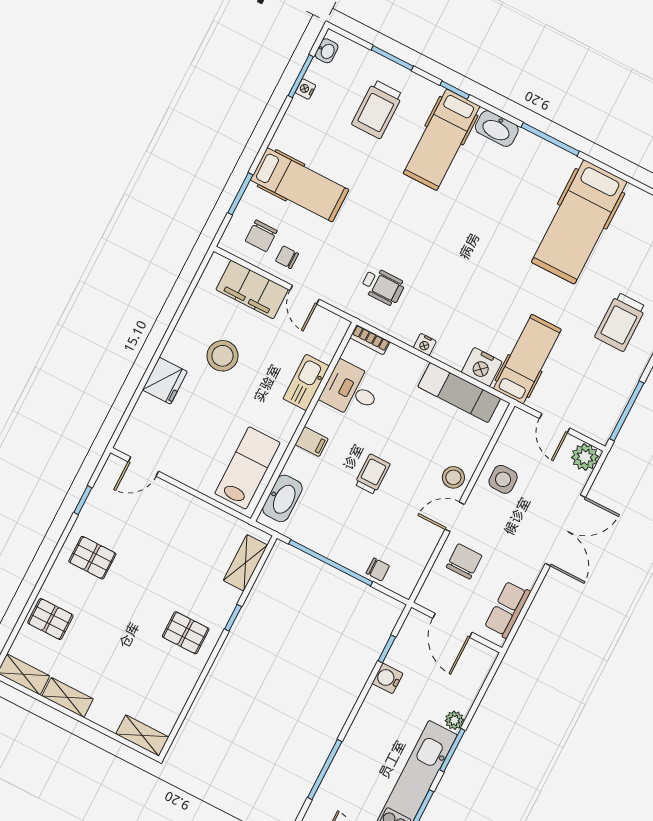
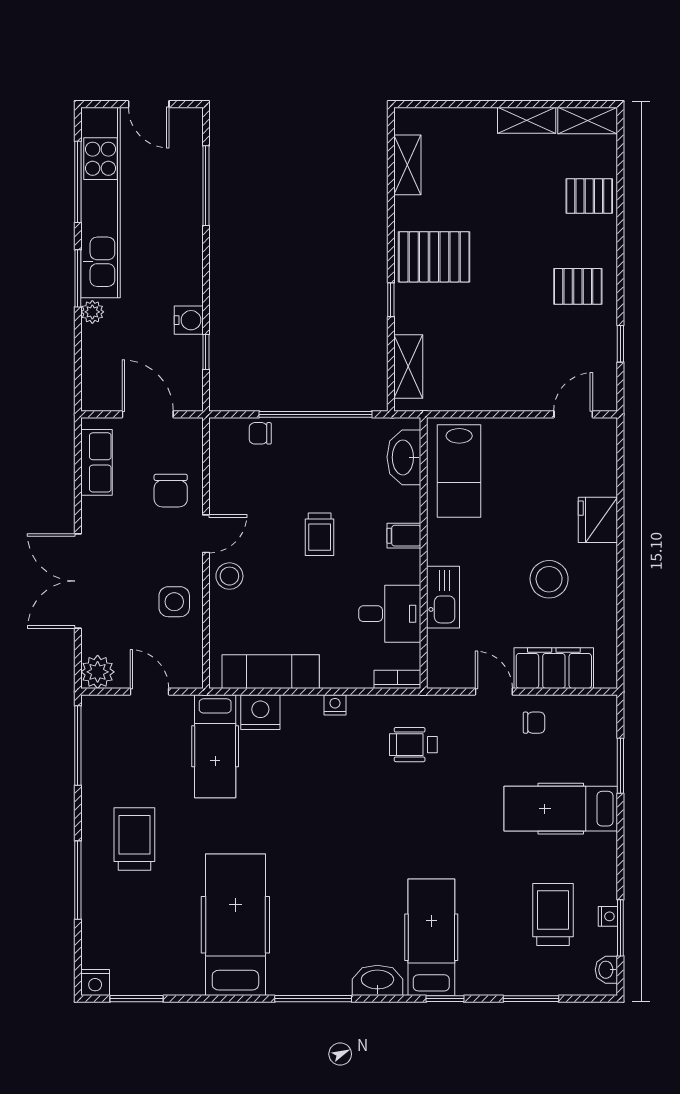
trolley: (377, 109) -> (553, 914), moved
chair: (261, 236) -> (574, 732), removed
pallet: (186, 633) -> (434, 257), width x1.50, depth x1.42
shelving: (142, 736) -> (407, 165), moved, turned 90

